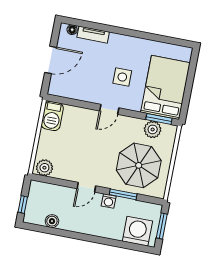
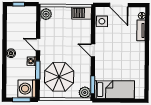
side table: (122, 77) -> (102, 21), moved
bed: (165, 87) -> (114, 90), width x0.67
plant: (153, 129) -> (85, 93), moved
boiler: (52, 221) -> (11, 53), moved
washing machine: (137, 231) -> (27, 89), moved, turned 180

